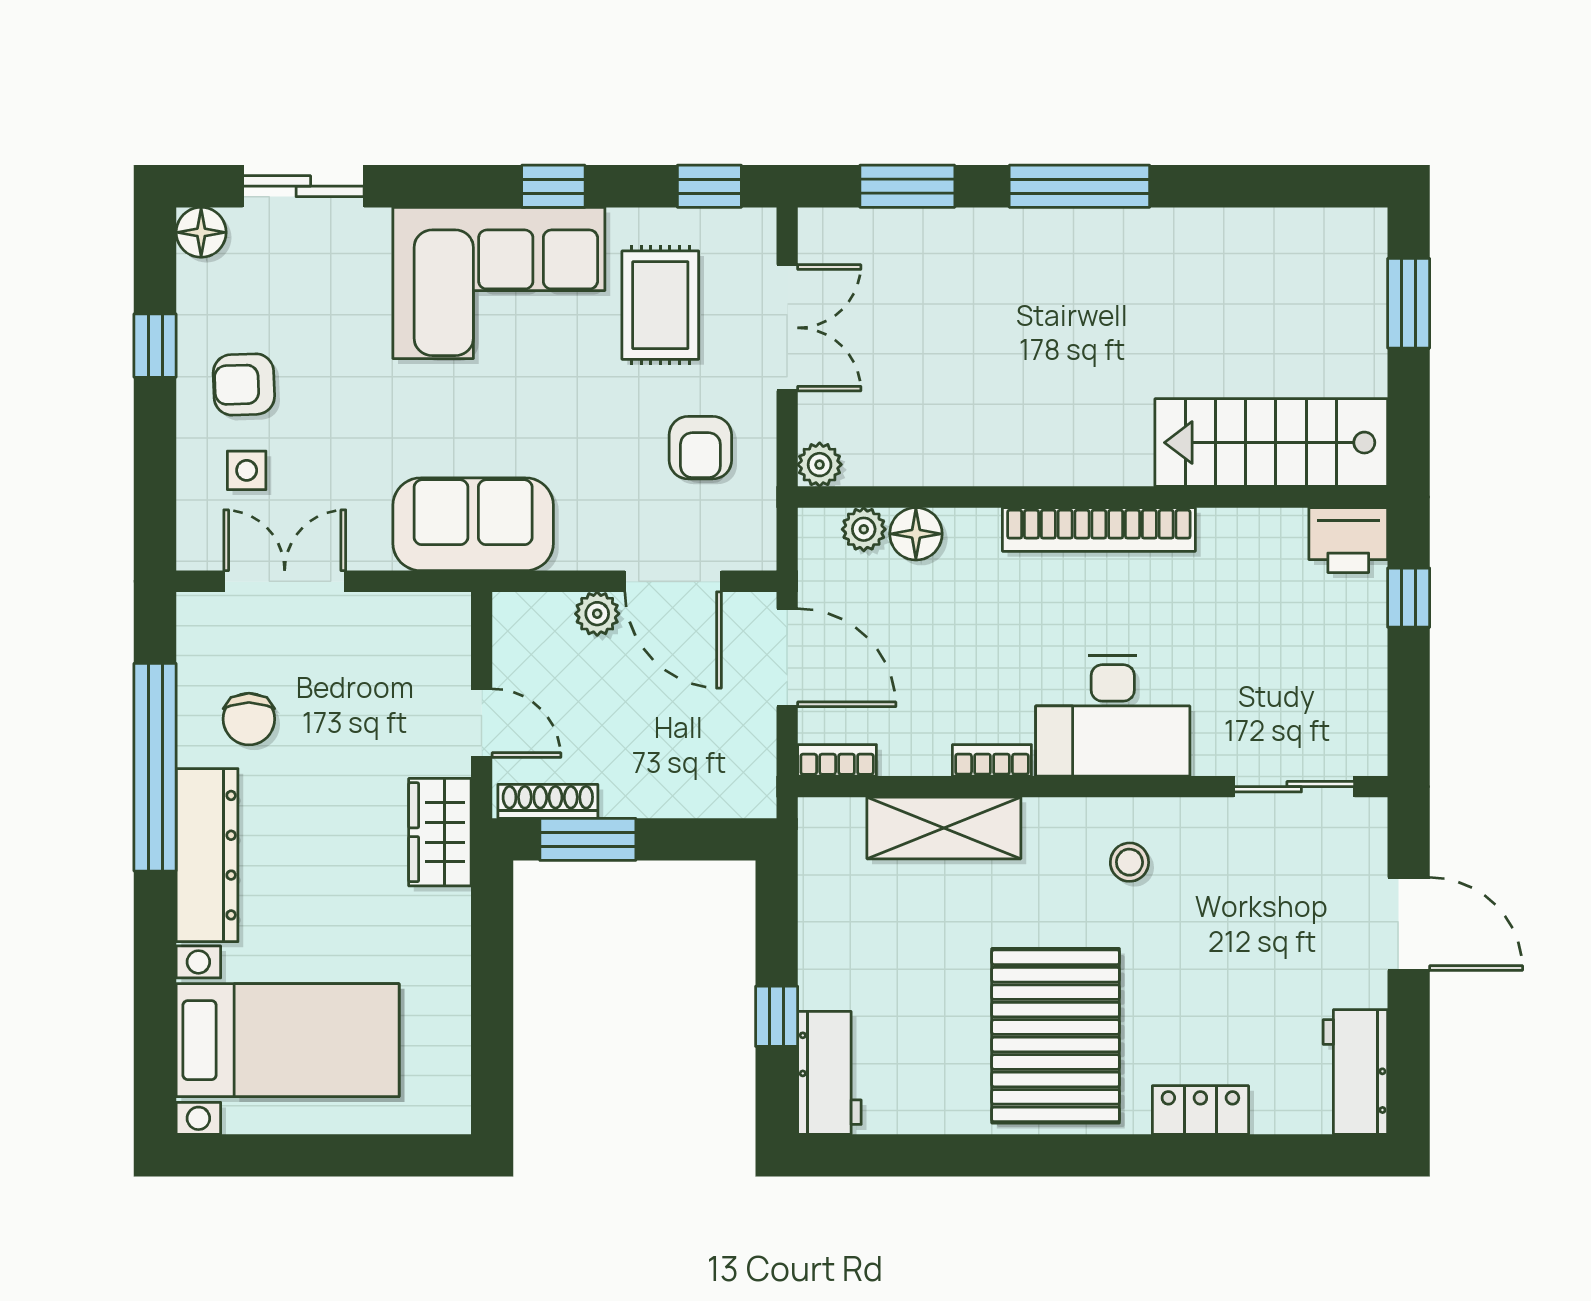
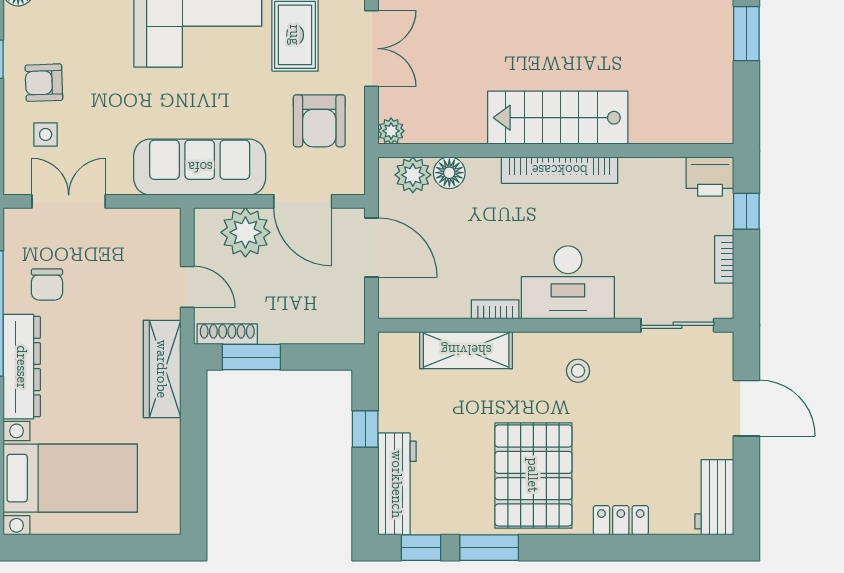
stairs: (1271, 443) -> (558, 118), moved
armchair: (700, 448) -> (319, 121), width x1.38, depth x1.38
sofa: (473, 524) -> (200, 167), width x1.36
plant: (864, 529) -> (413, 175), width x1.38, depth x1.38
plant: (597, 614) -> (245, 232), width x1.88, depth x1.88
bookcase: (837, 760) -> (724, 259), moved, turned -90
wardrobe: (440, 832) -> (162, 369), width x1.50
window: (777, 1016) -> (365, 429), moved
workbench: (829, 1073) -> (397, 484), width x1.38
window: (869, 1155) -> (421, 548), added
window: (982, 1155) -> (489, 548), added

